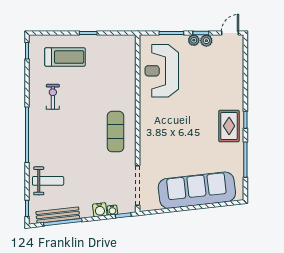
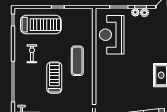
treadmill: (65, 57) -> (41, 25), width x1.37, depth x1.38
treadmill: (83, 129) -> (54, 78), added
exercise mat: (115, 132) -> (77, 61), moved

